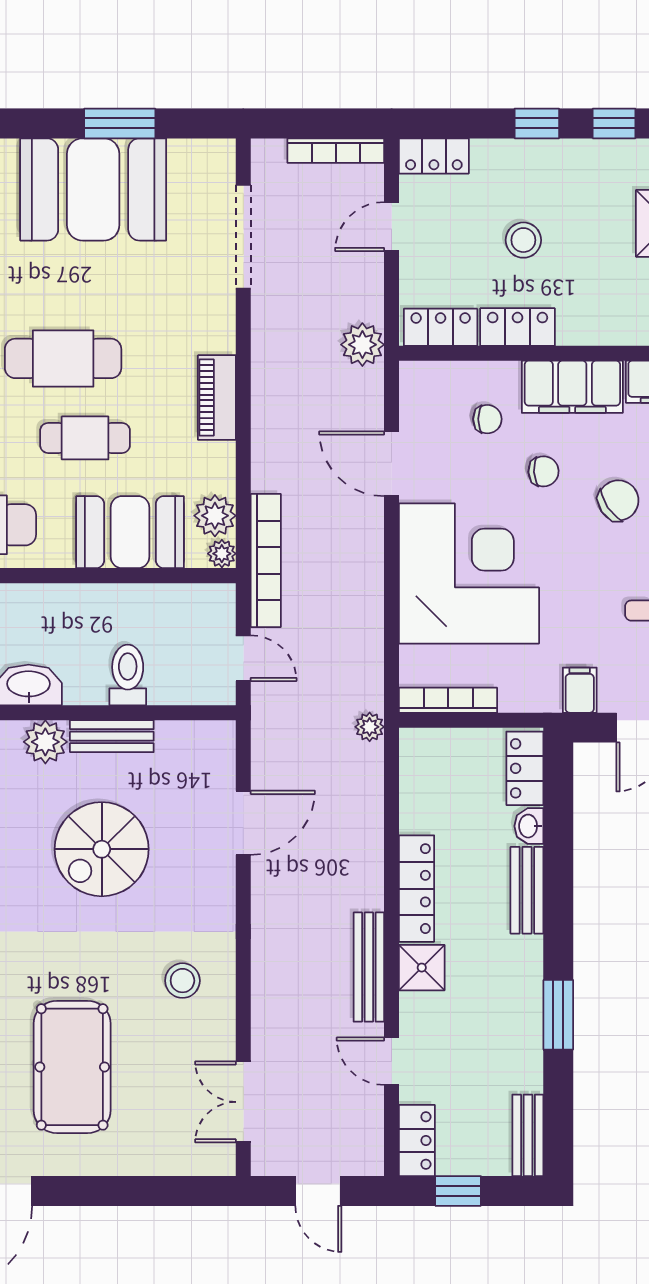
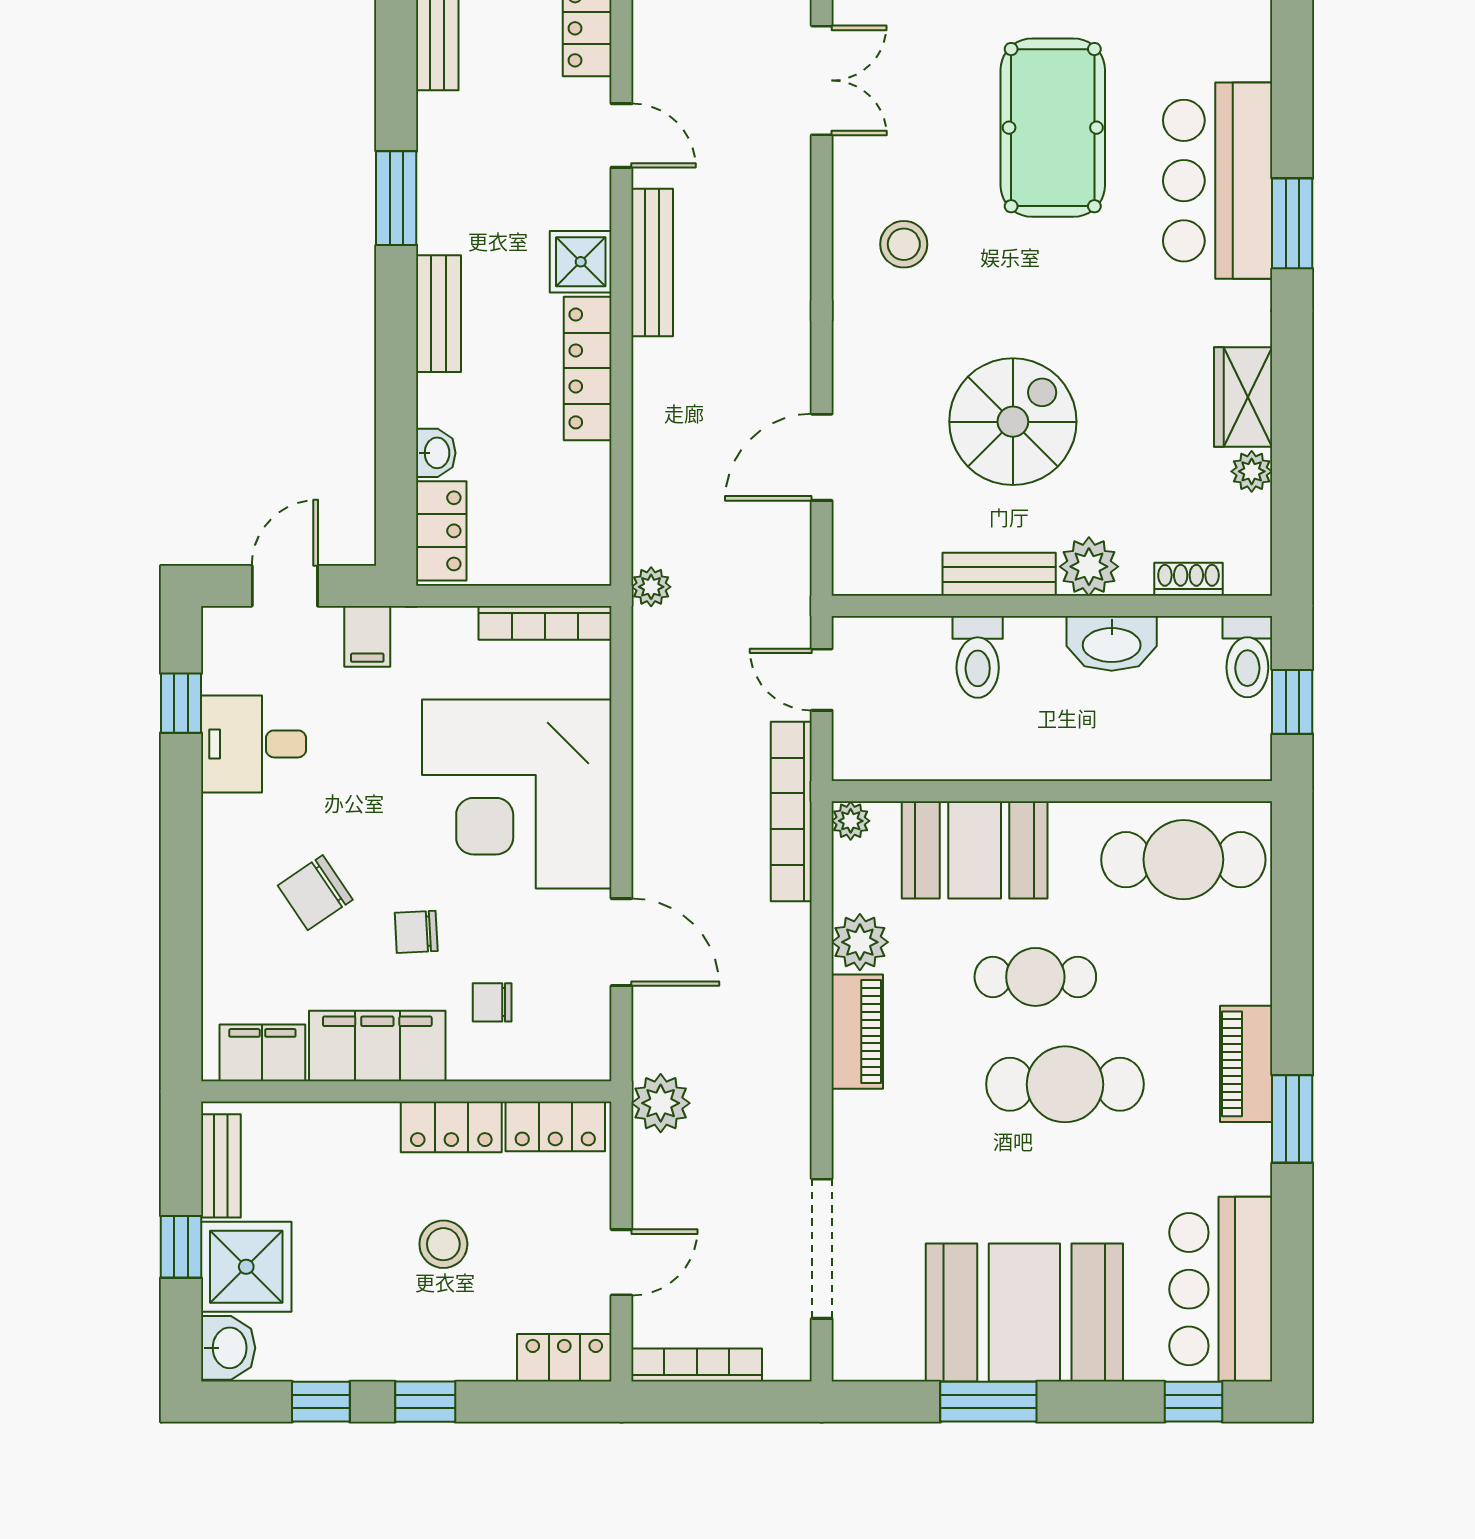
plant: (215, 516) -> (860, 942), moved
bench: (527, 890) -> (439, 314), moved

